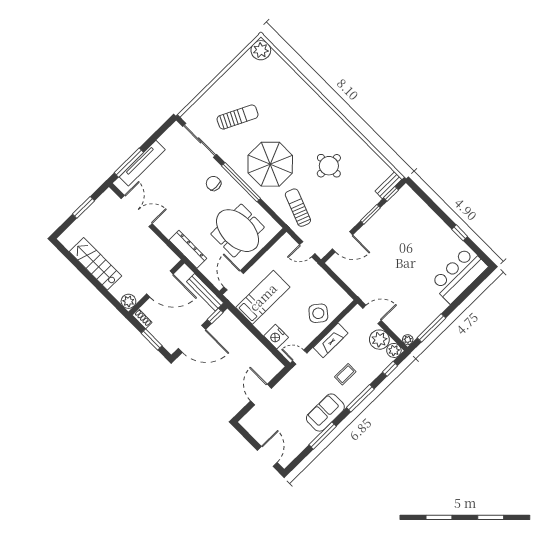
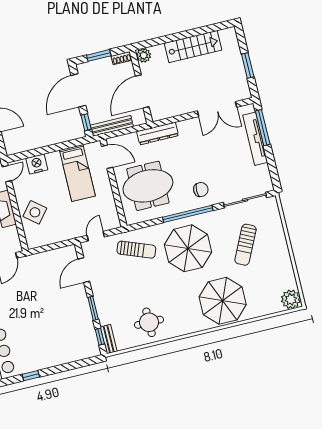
parasol: (297, 108) -> (223, 301), added
round table: (329, 166) -> (149, 322), moved

